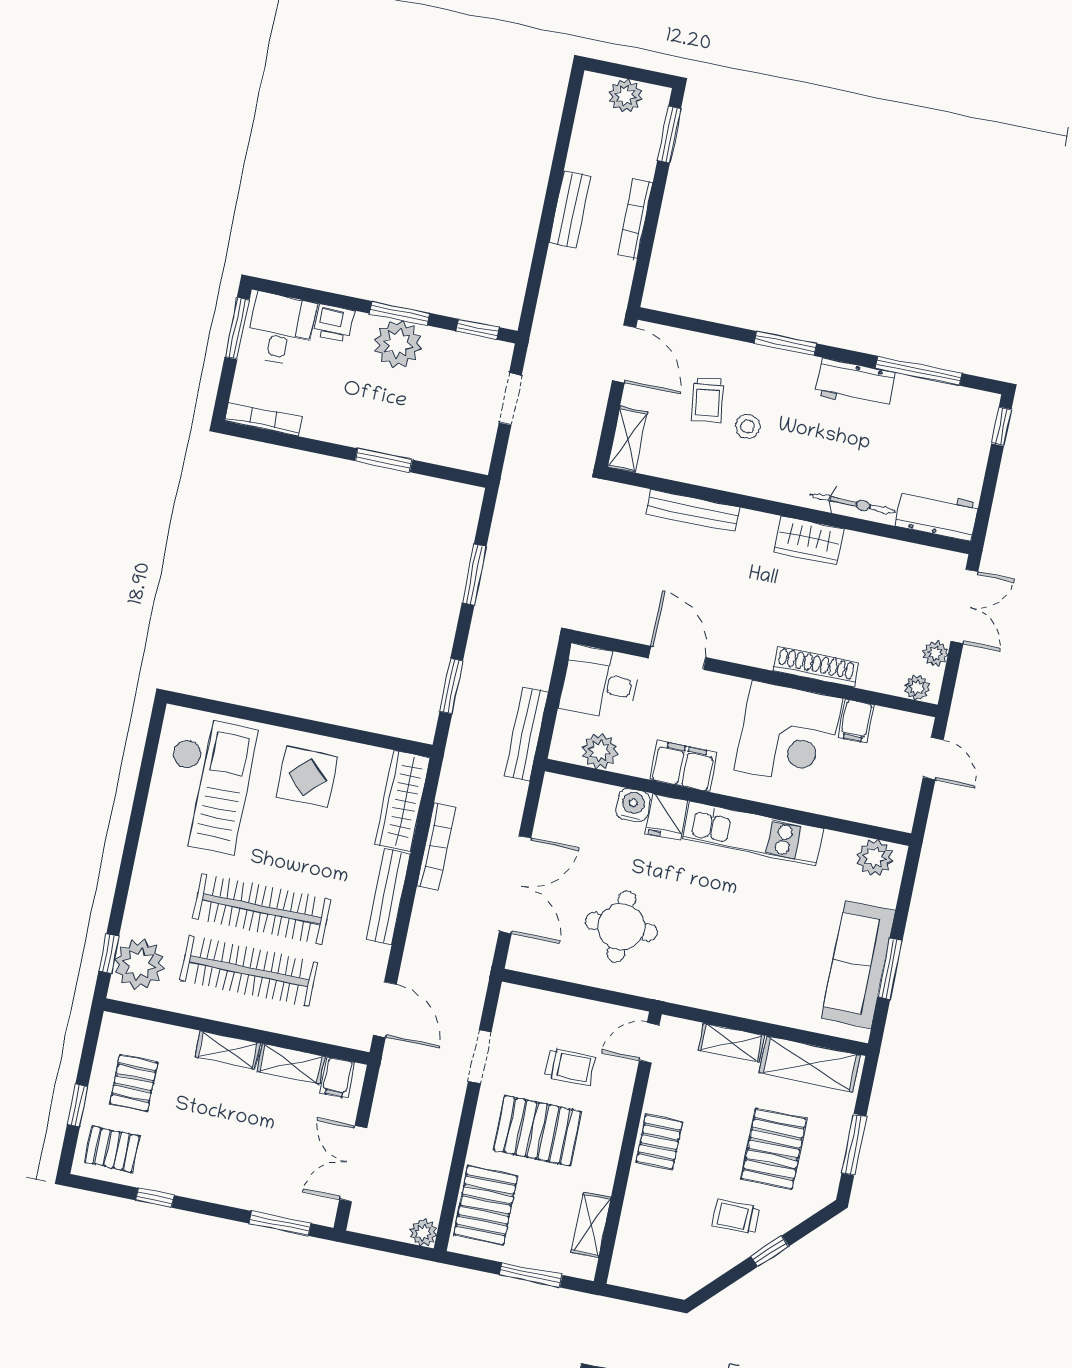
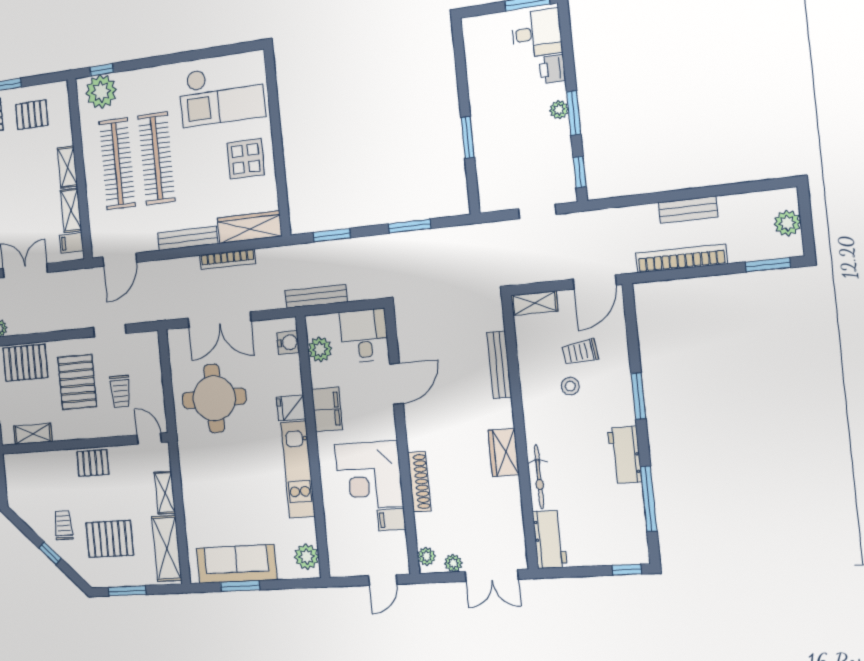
bookcase: (635, 219) -> (681, 258), width x1.48, depth x1.31
plant: (398, 344) -> (559, 110), width x0.53, depth x0.53
bookcase: (263, 419) -> (470, 44), removed
water cooler: (633, 805) -> (288, 342), moved
round table: (621, 927) -> (214, 398), width x1.36, depth x1.36

